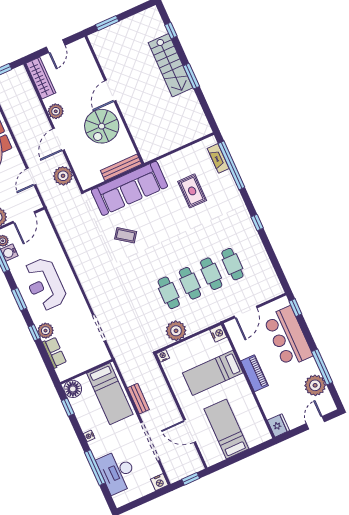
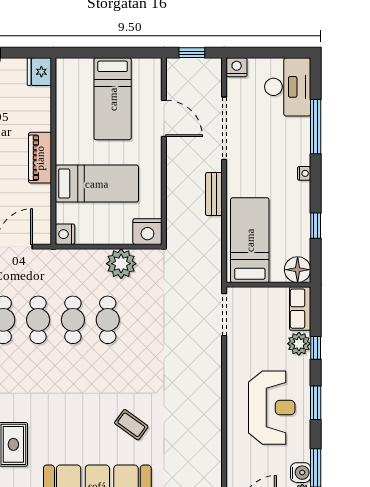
nightstand: (163, 356) -> (147, 232), width x1.89, depth x1.79
wall: (86, 372) -> (268, 285), moved
floor lamp: (73, 389) -> (298, 270), moved
bed: (110, 394) -> (250, 240), moved
desk: (117, 472) -> (288, 87), moved

